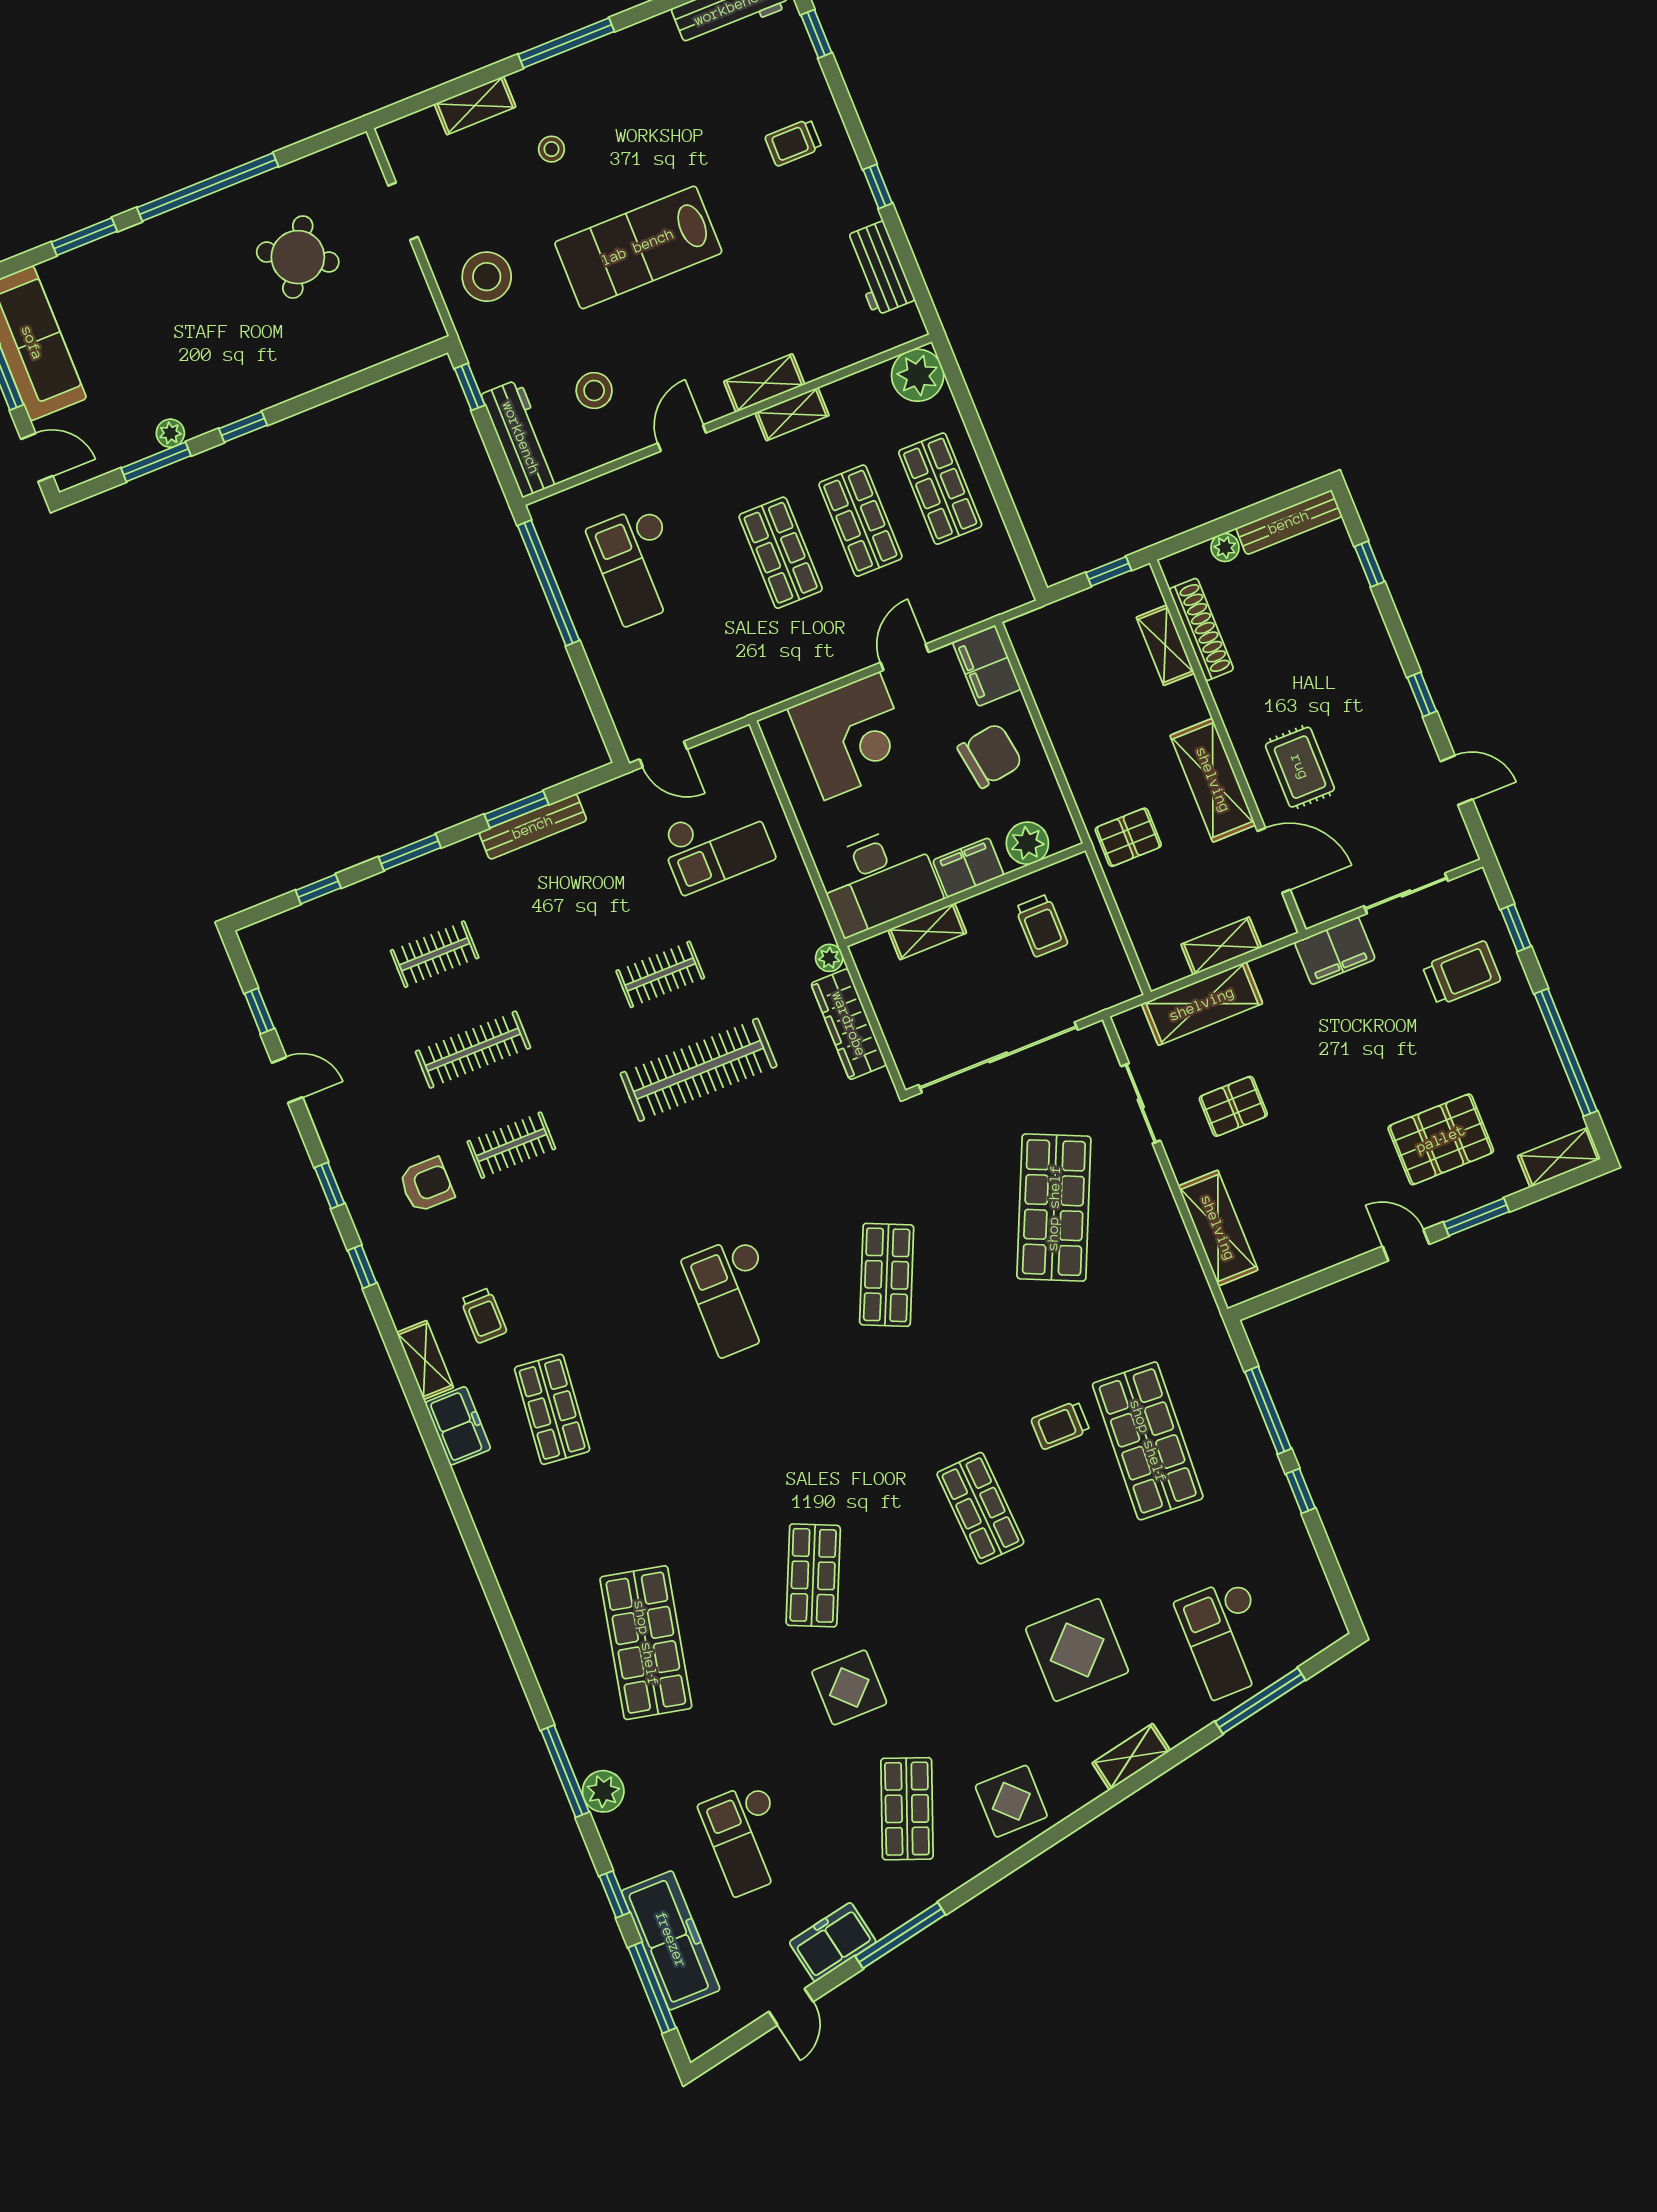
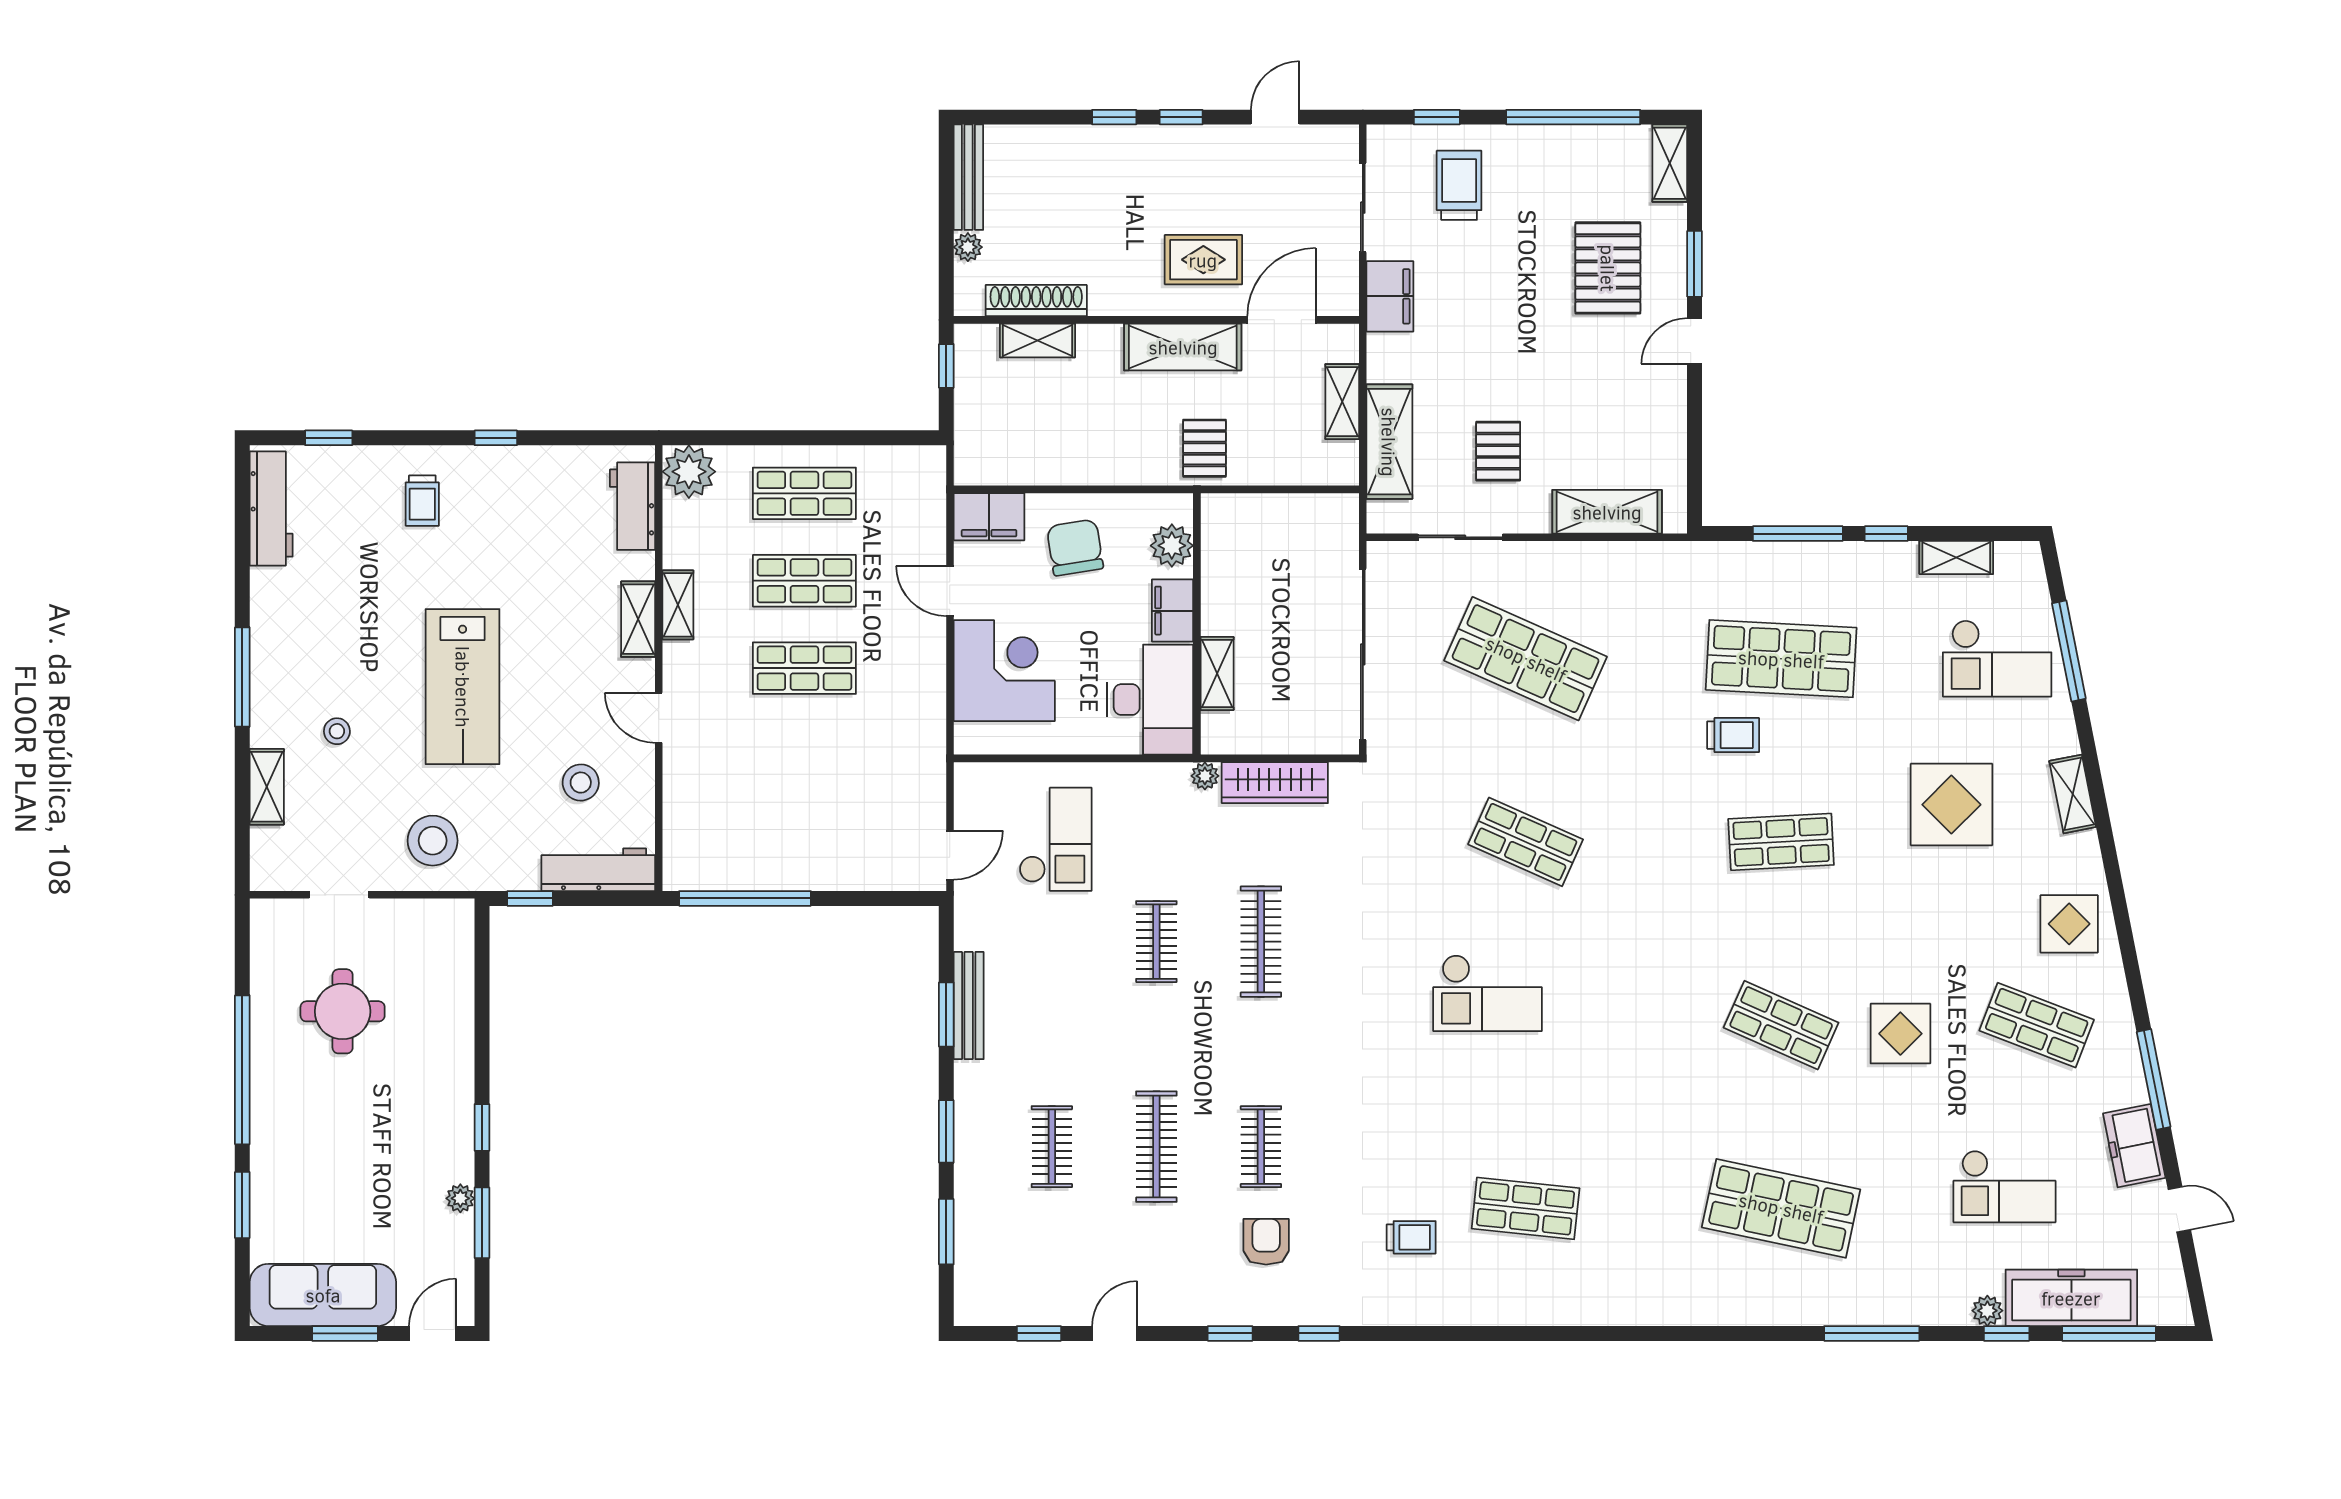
round table: (298, 257) -> (343, 1011), turned -31
workbench: (879, 268) -> (633, 506), moved, turned 90
window: (1370, 564) -> (1114, 117), moved
checkout: (639, 565) -> (762, 806), removed
window: (318, 889) -> (946, 1232), width x1.50
trolley: (1041, 926) -> (1255, 564), removed
clothes rail: (699, 1070) -> (1261, 942), width x0.73, depth x0.76
shelving: (425, 1360) -> (1956, 558), moved
trolley: (1060, 1425) -> (1733, 735), turned -90
freezer: (458, 1426) -> (1505, 1303), removed
plant: (603, 1791) -> (1987, 1311), moved, width x0.73, depth x0.73

